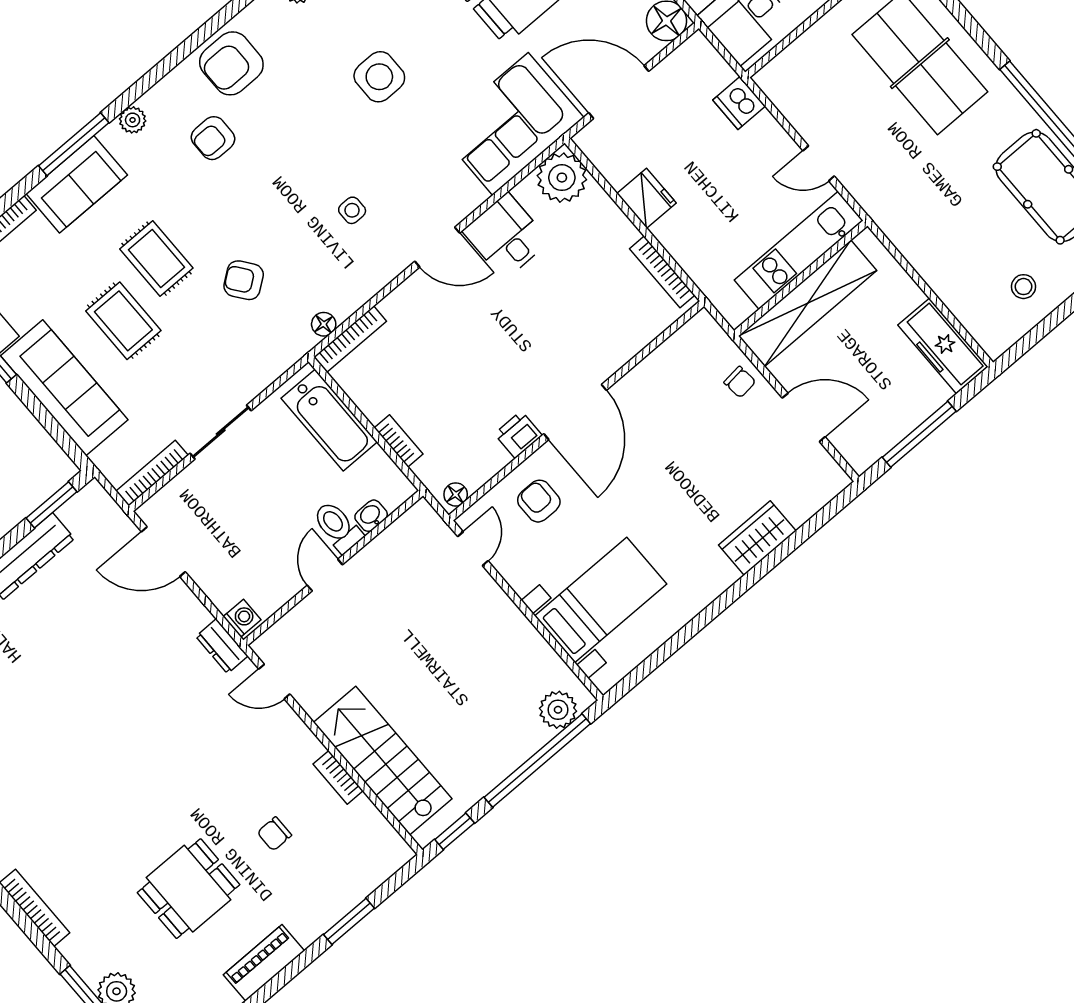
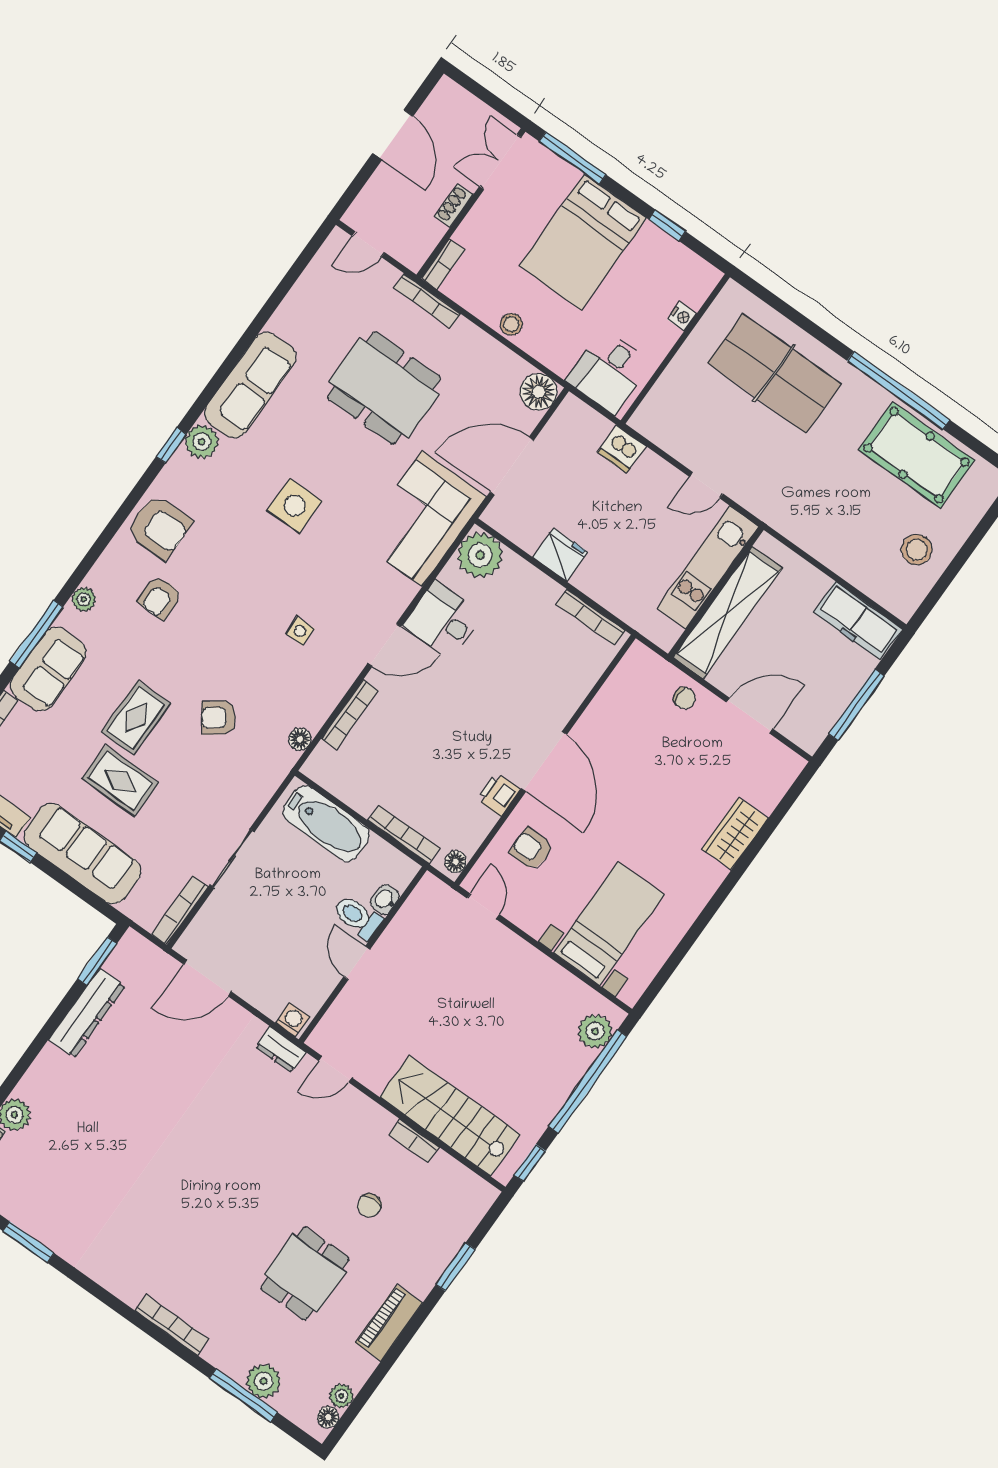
armchair: (231, 63) -> (159, 527), turned -90
rug: (156, 259) -> (136, 718), turned 90
stool: (1024, 287) -> (917, 550), width x1.37, depth x1.37
bookcase: (350, 339) -> (350, 715), moved
bookcase: (399, 441) -> (404, 834), width x1.56

